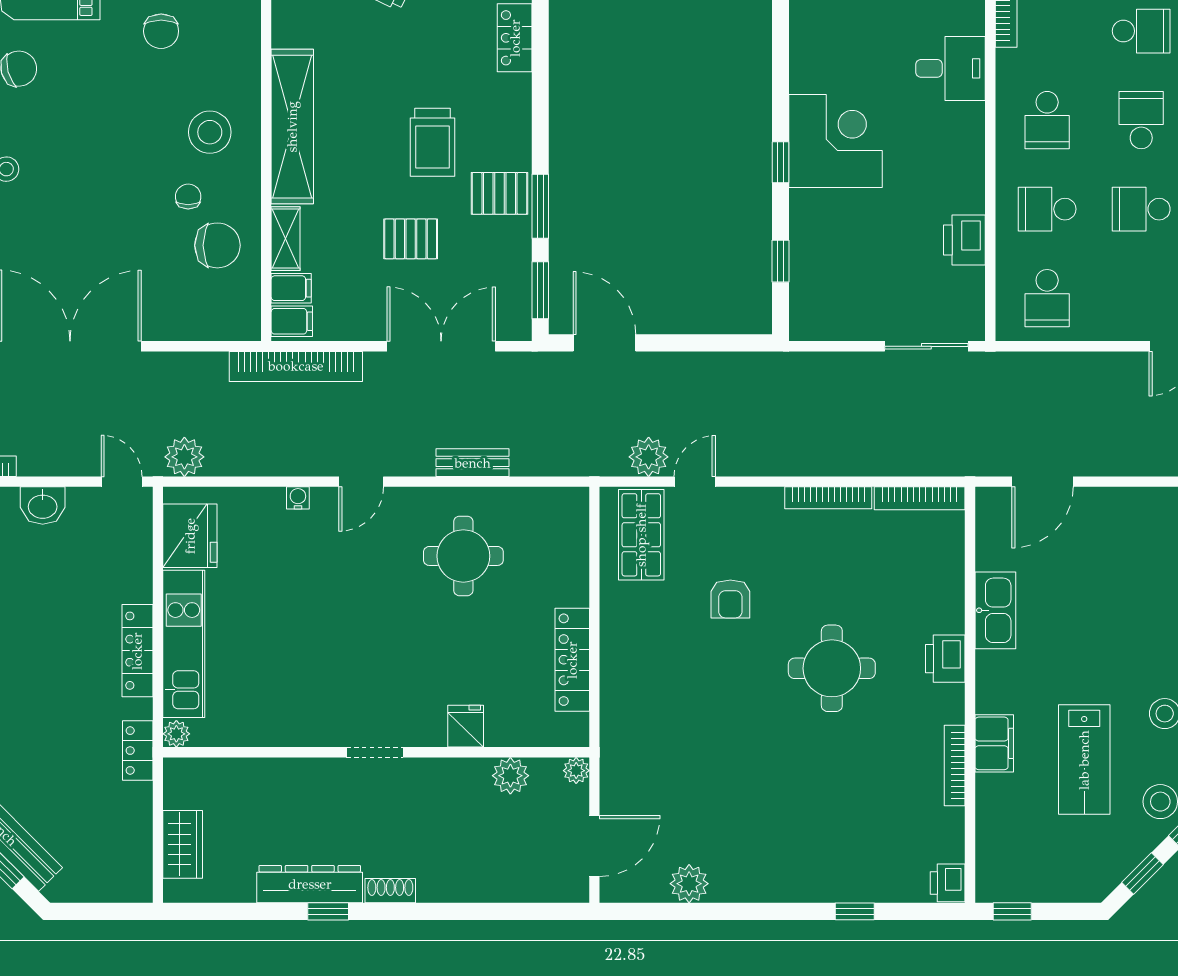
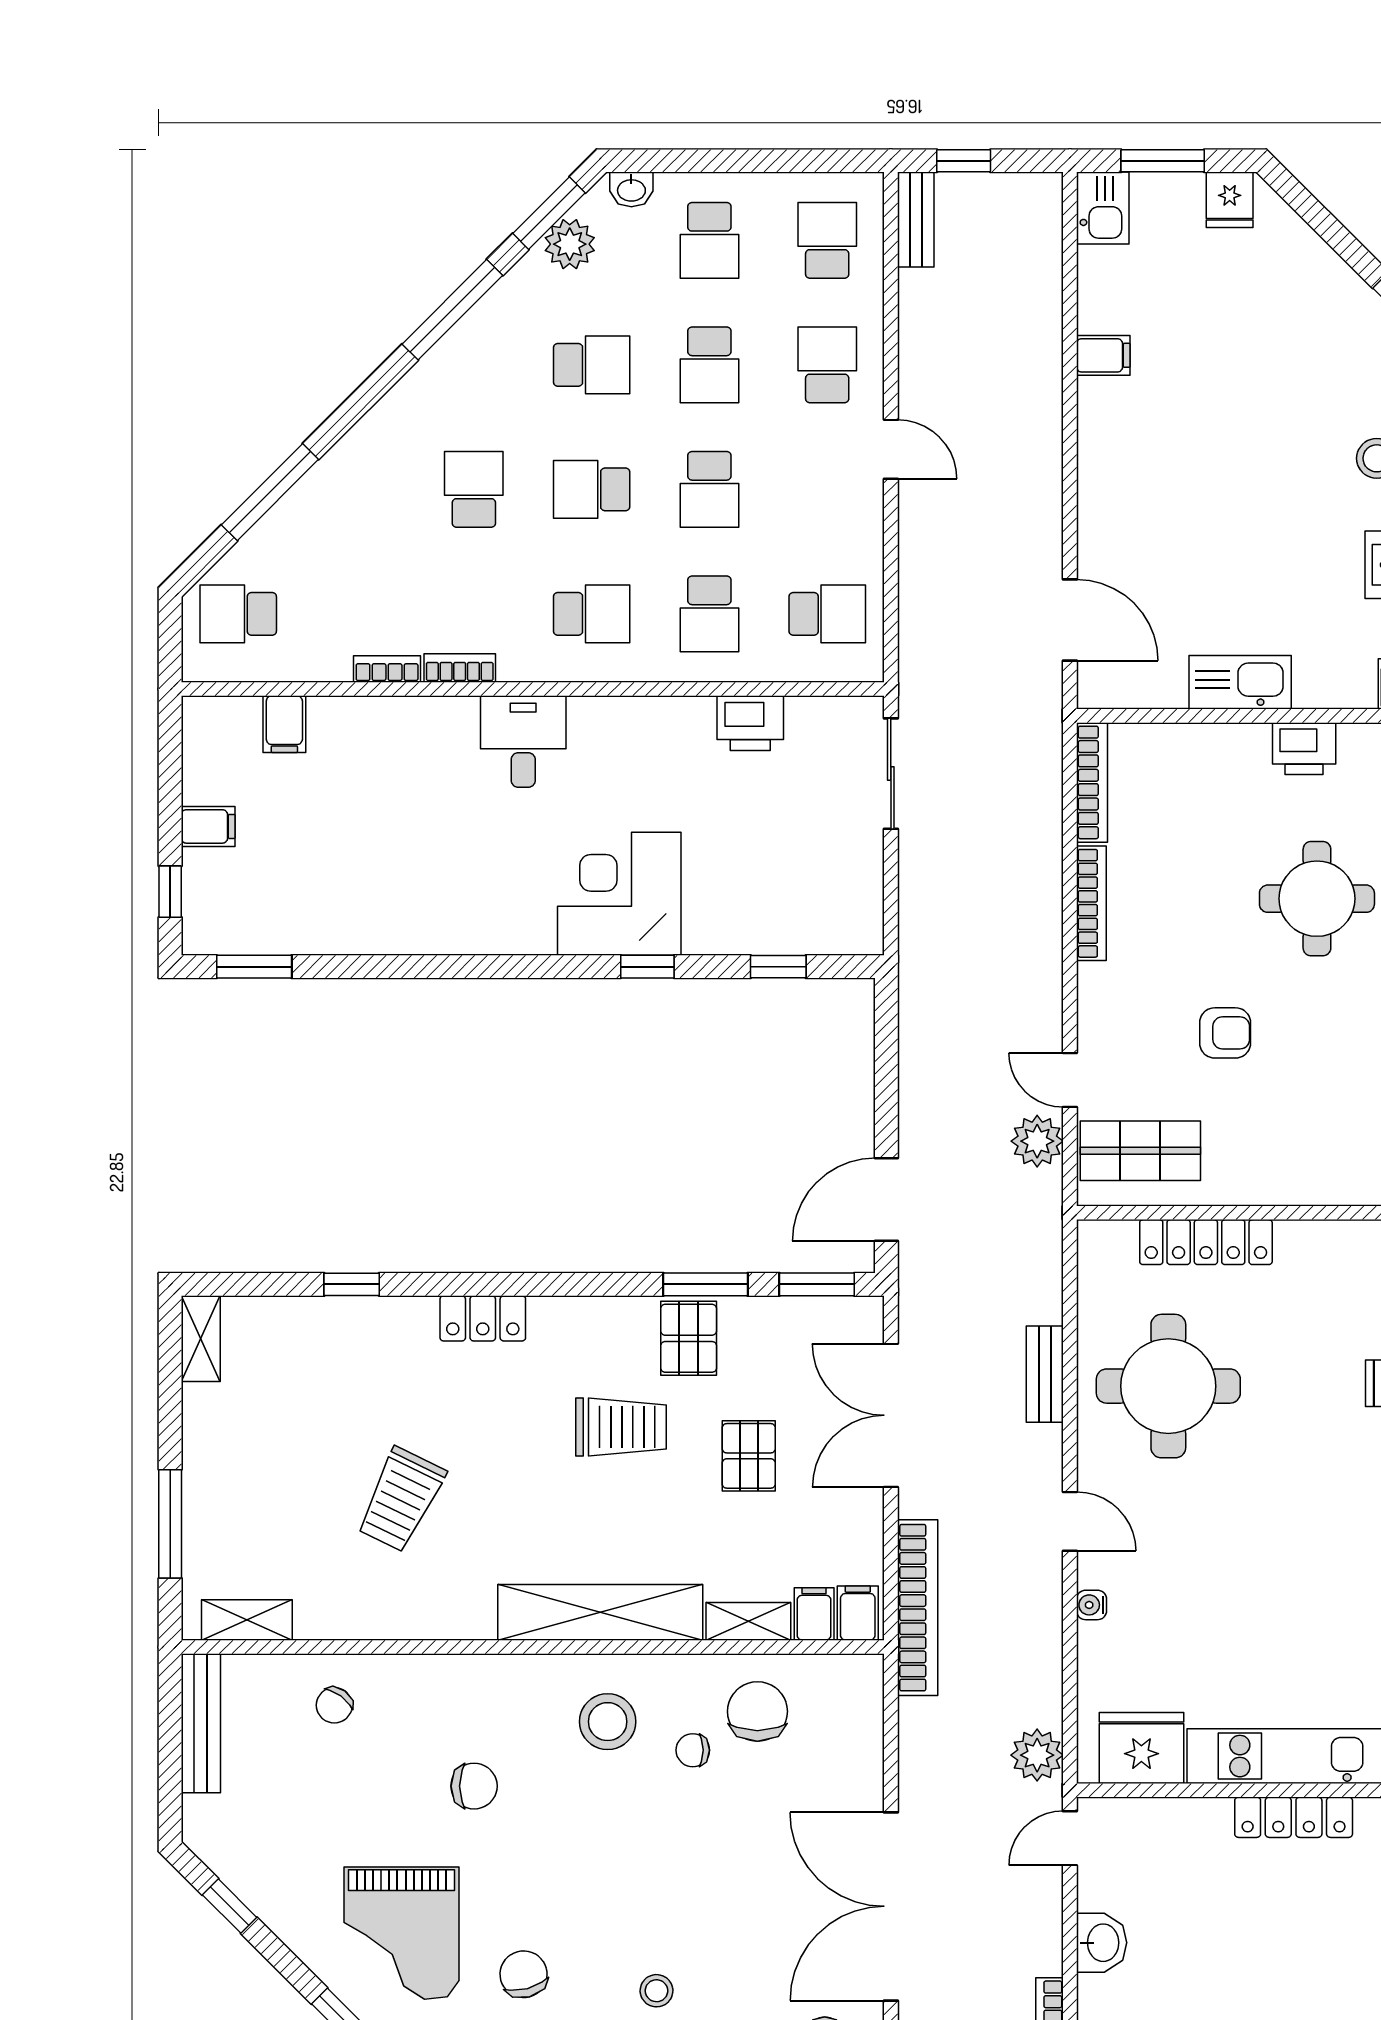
round table: (463, 556) -> (1168, 1386), width x1.36, depth x1.36
locker: (572, 660) -> (1206, 1242), moved

